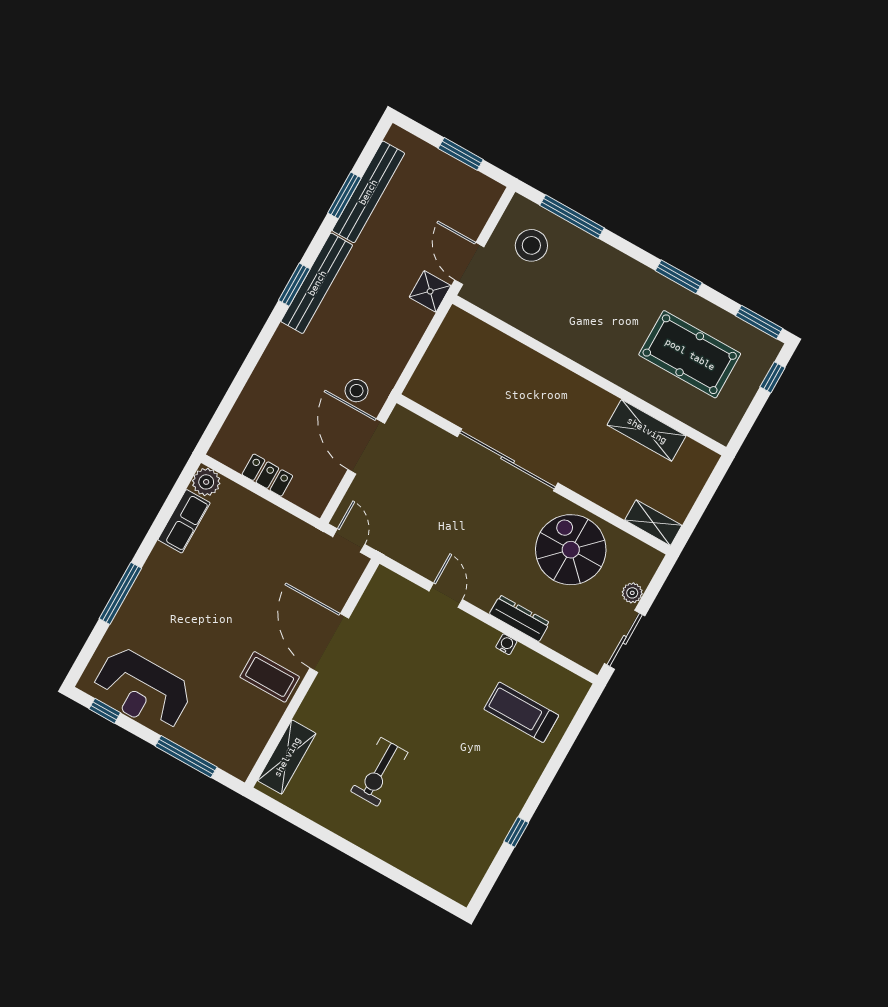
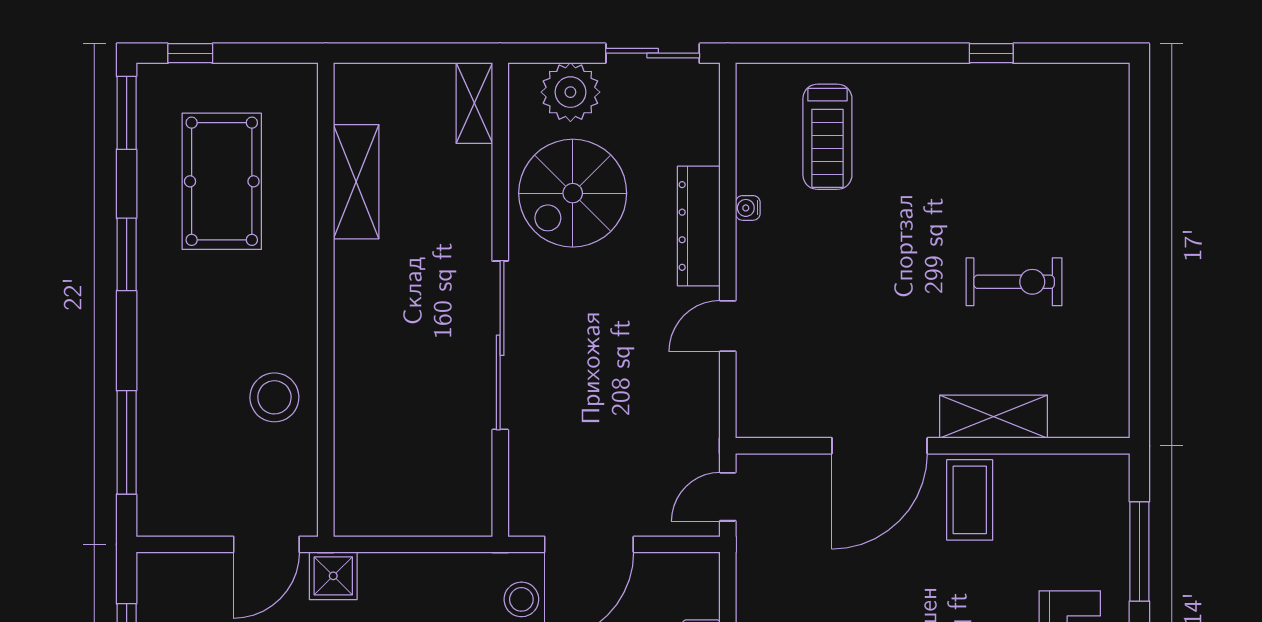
stool: (531, 245) -> (274, 397), moved
plant: (632, 593) -> (570, 92), width x1.87, depth x1.87
dresser: (520, 618) -> (699, 226), width x1.37, depth x1.24
shelving: (287, 757) -> (994, 417), moved

